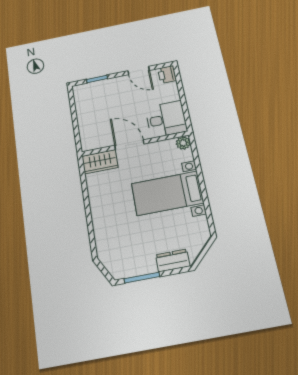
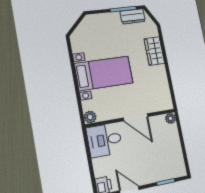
plant: (87, 145) -> (170, 118), added
wardrobe: (100, 162) -> (154, 51), moved, turned -90
dresser: (173, 260) -> (133, 16), moved

